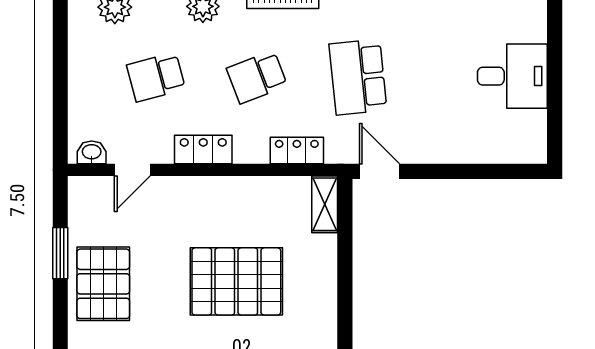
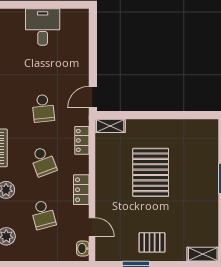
school desk: (358, 77) -> (43, 108), width x0.54
pallet: (103, 284) -> (152, 242), width x0.67, depth x0.71

